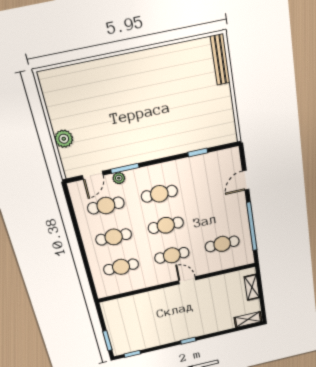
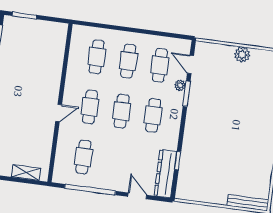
plant: (64, 139) -> (242, 55), moved
dresser: (215, 160) -> (165, 174), added

